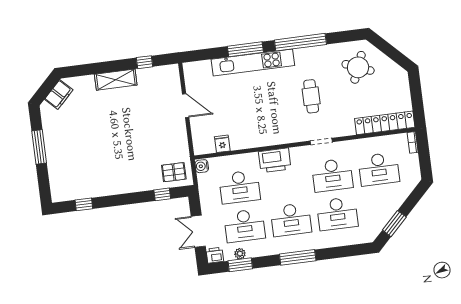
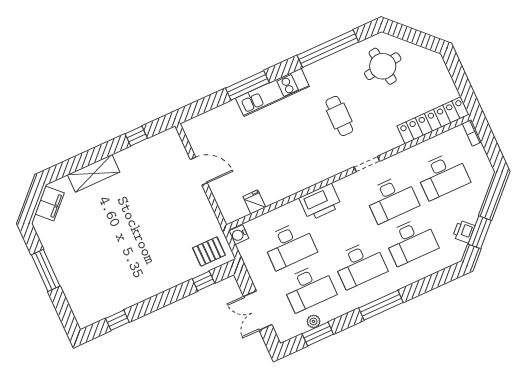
window: (300, 42) -> (328, 49), moved
kitchen unit: (253, 62) -> (272, 92), width x0.73
round table: (358, 67) -> (383, 66), turned -30
shelving: (116, 80) -> (94, 173), moved
printer: (215, 255) -> (464, 231), moved, turned -45

